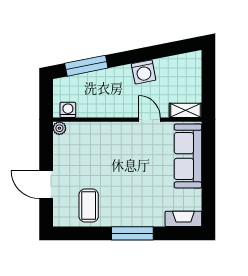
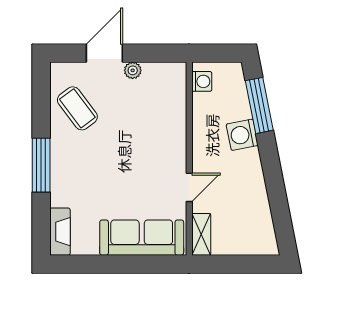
washing machine: (144, 72) -> (242, 135), moved
plant: (59, 128) -> (133, 70), moved
coffee table: (89, 206) -> (77, 108), turned 53

